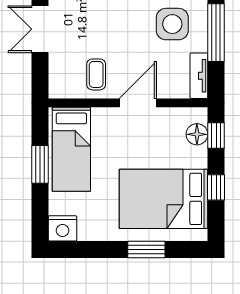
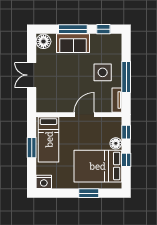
coffee table: (96, 74) -> (62, 99), removed
floor lamp: (197, 134) -> (116, 143), moved

